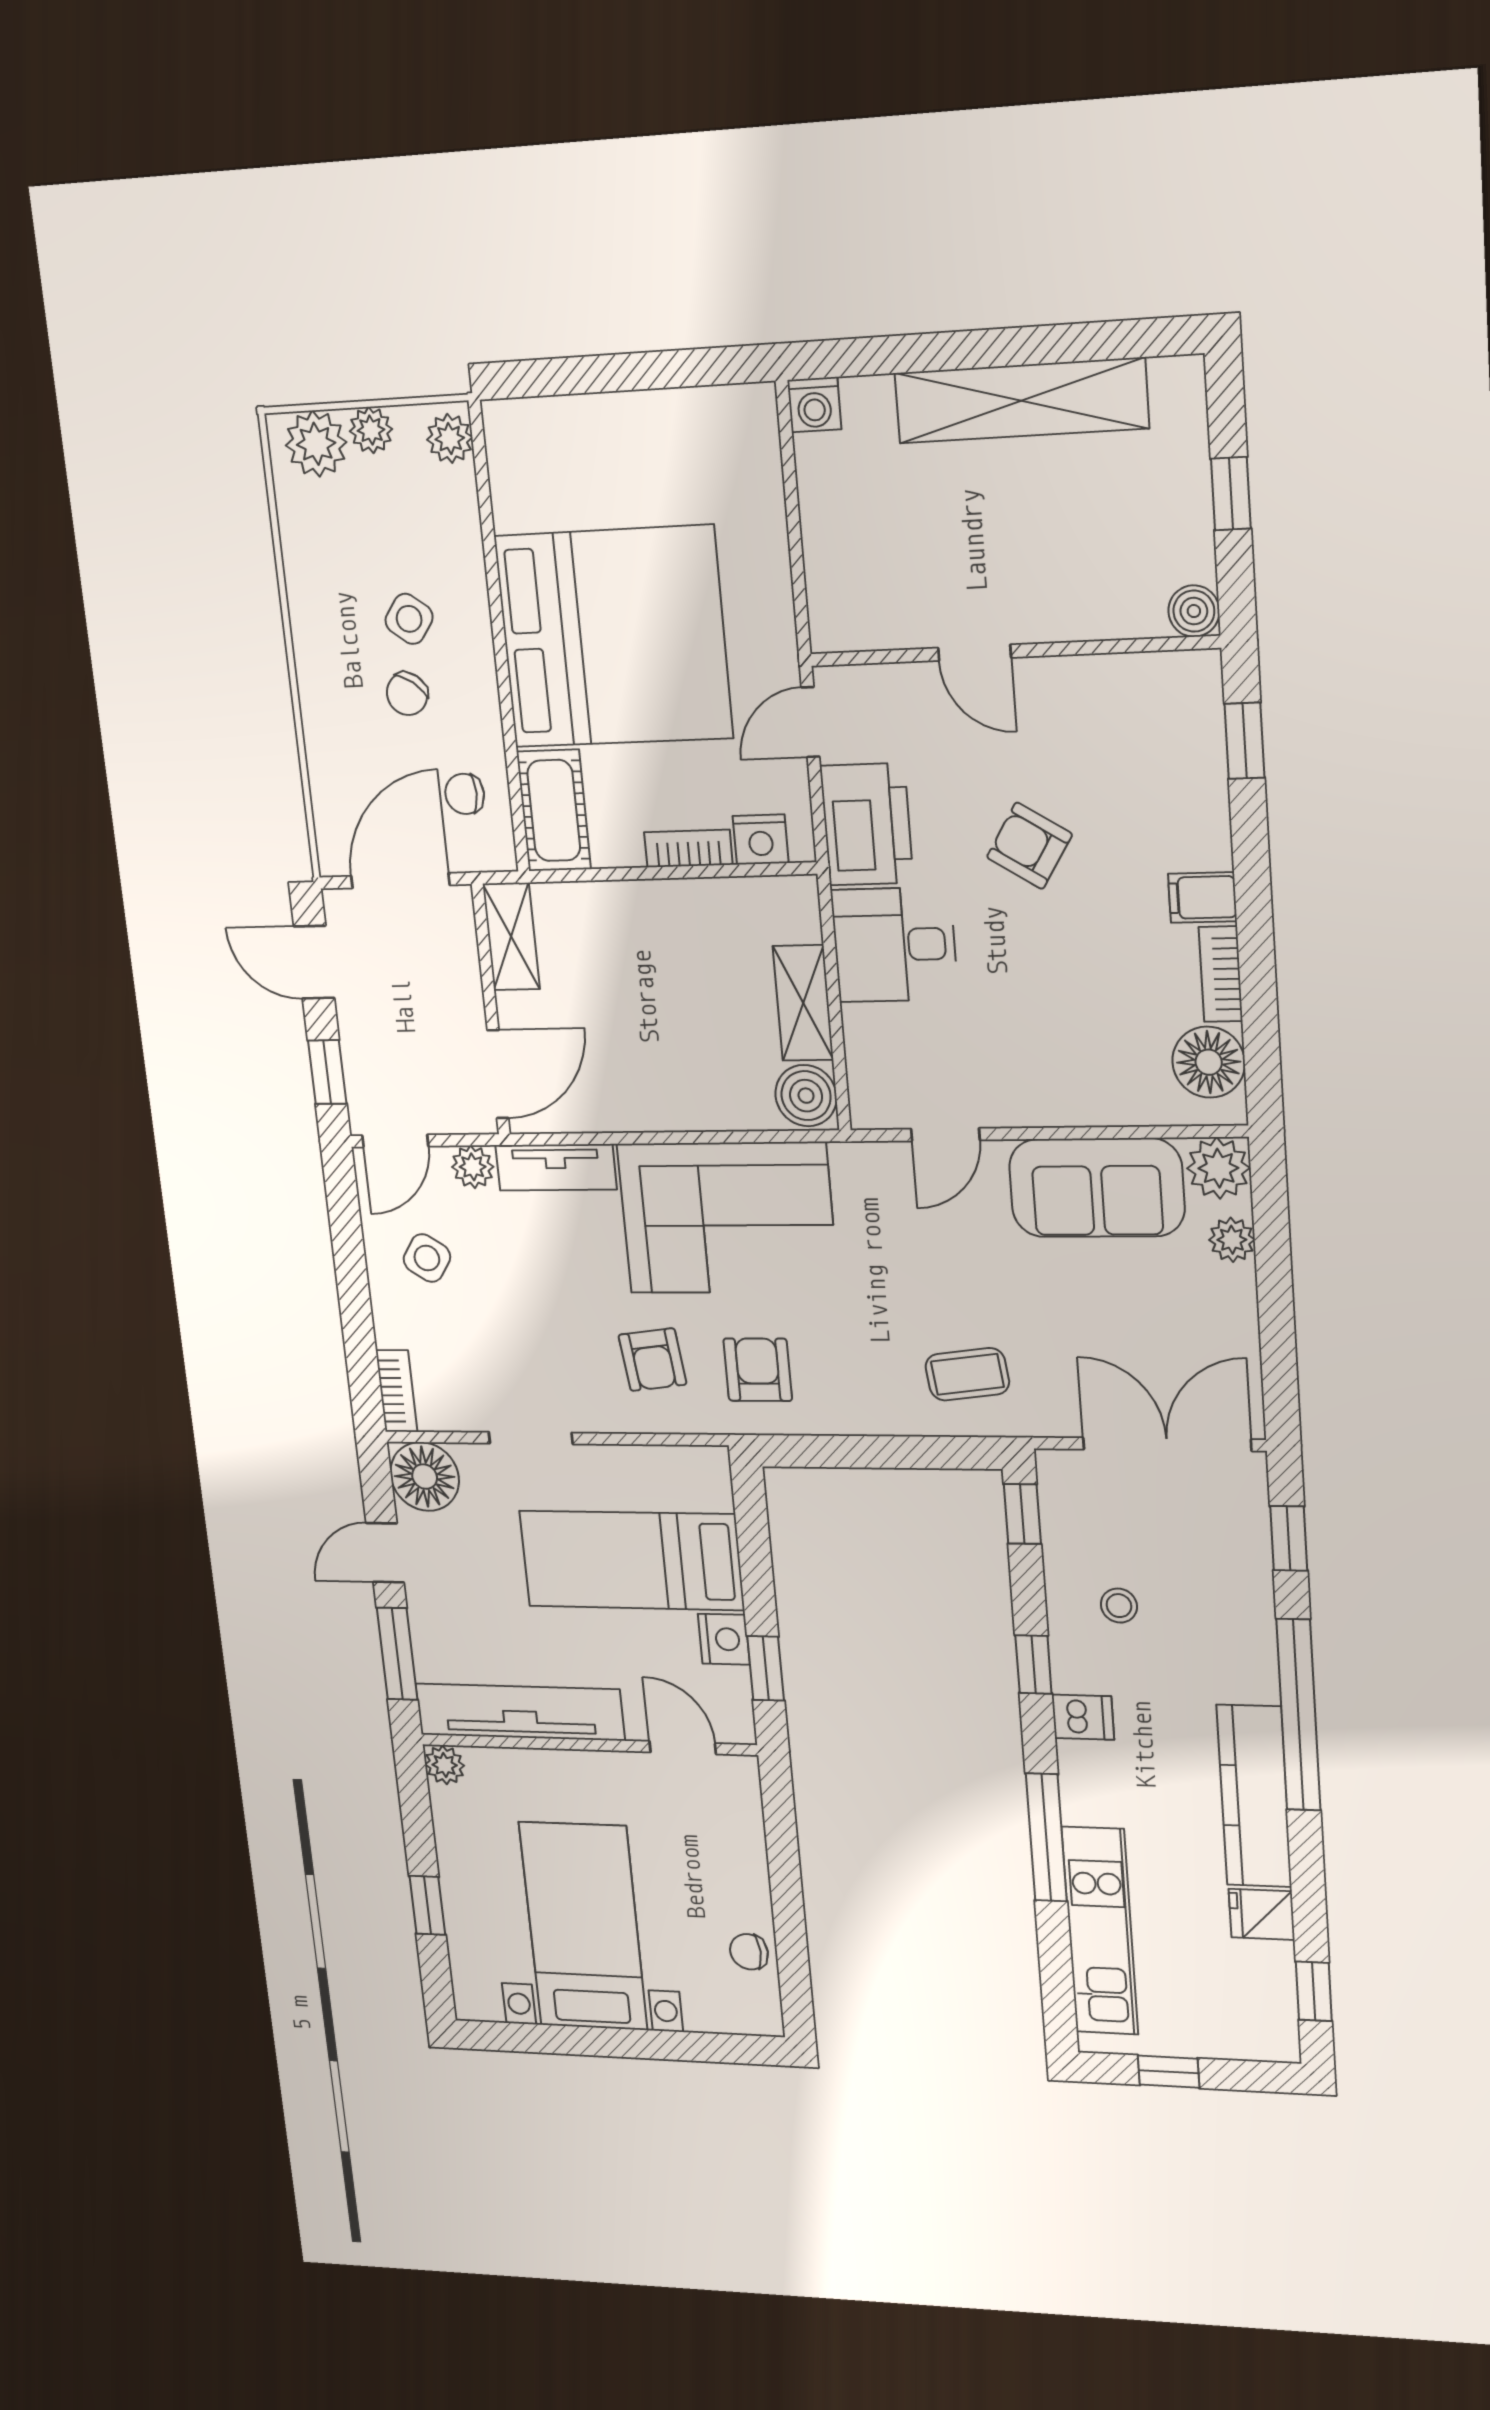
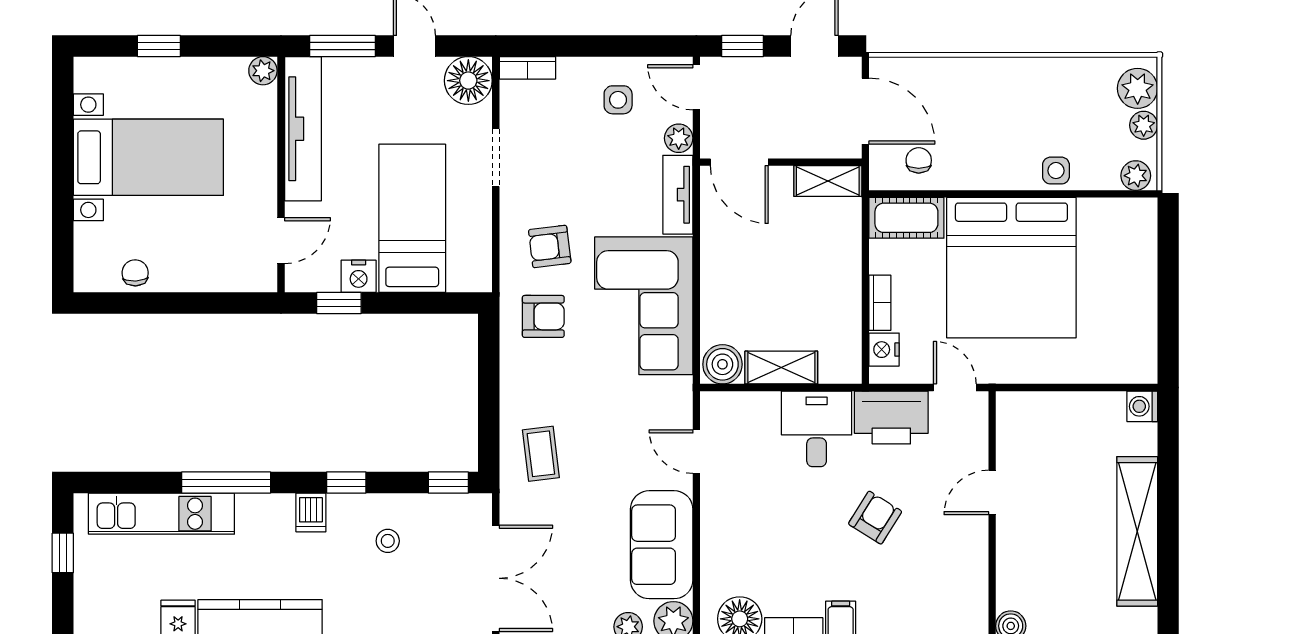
side table: (409, 619) -> (1056, 171), moved, turned -36
chair: (407, 694) -> (982, 130), removed
side table: (427, 1258) -> (618, 100), turned -33

